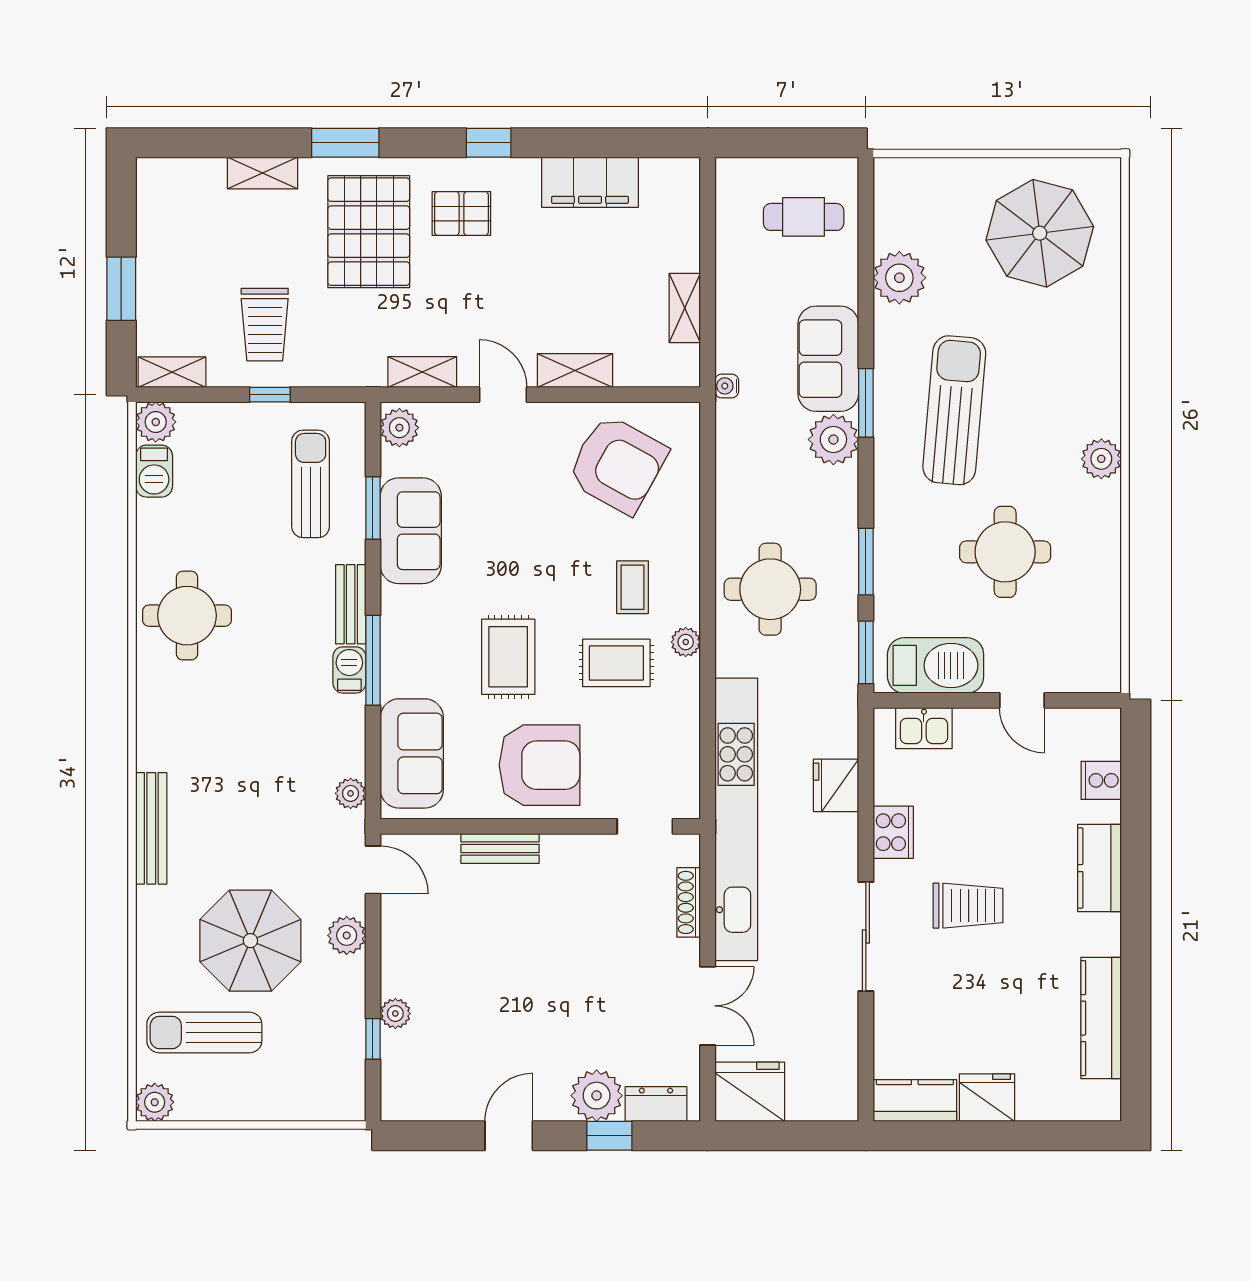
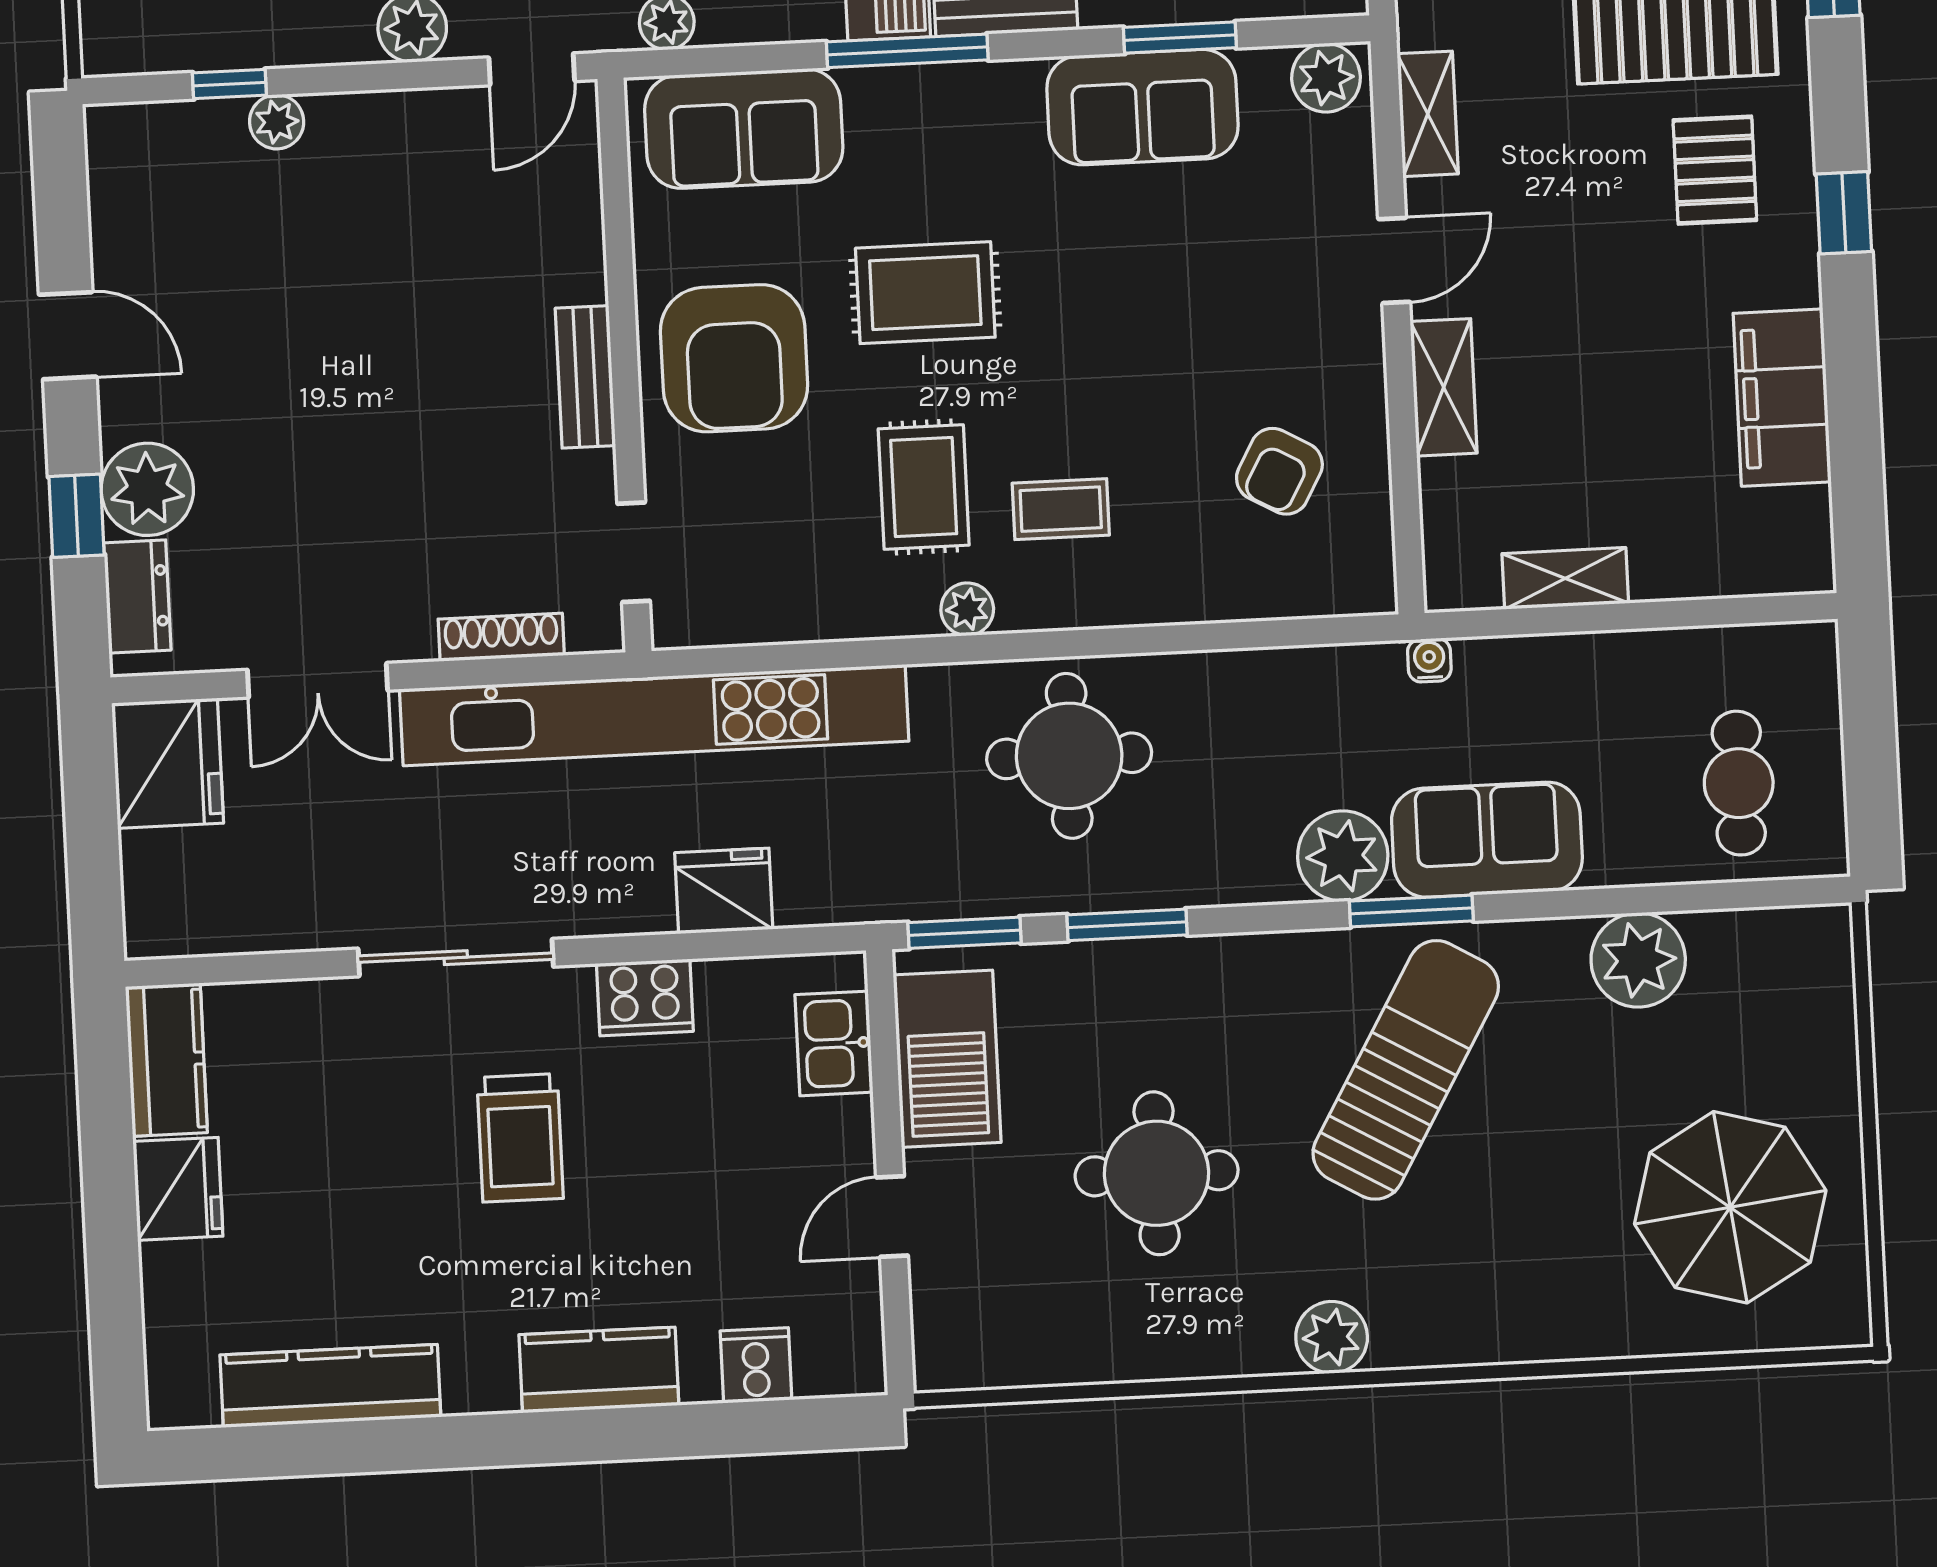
sun lounger: (954, 410) -> (1406, 1070), turned -65
armchair: (617, 464) -> (1279, 471), width x0.53, depth x0.53
bench: (500, 848) -> (585, 377), moved

